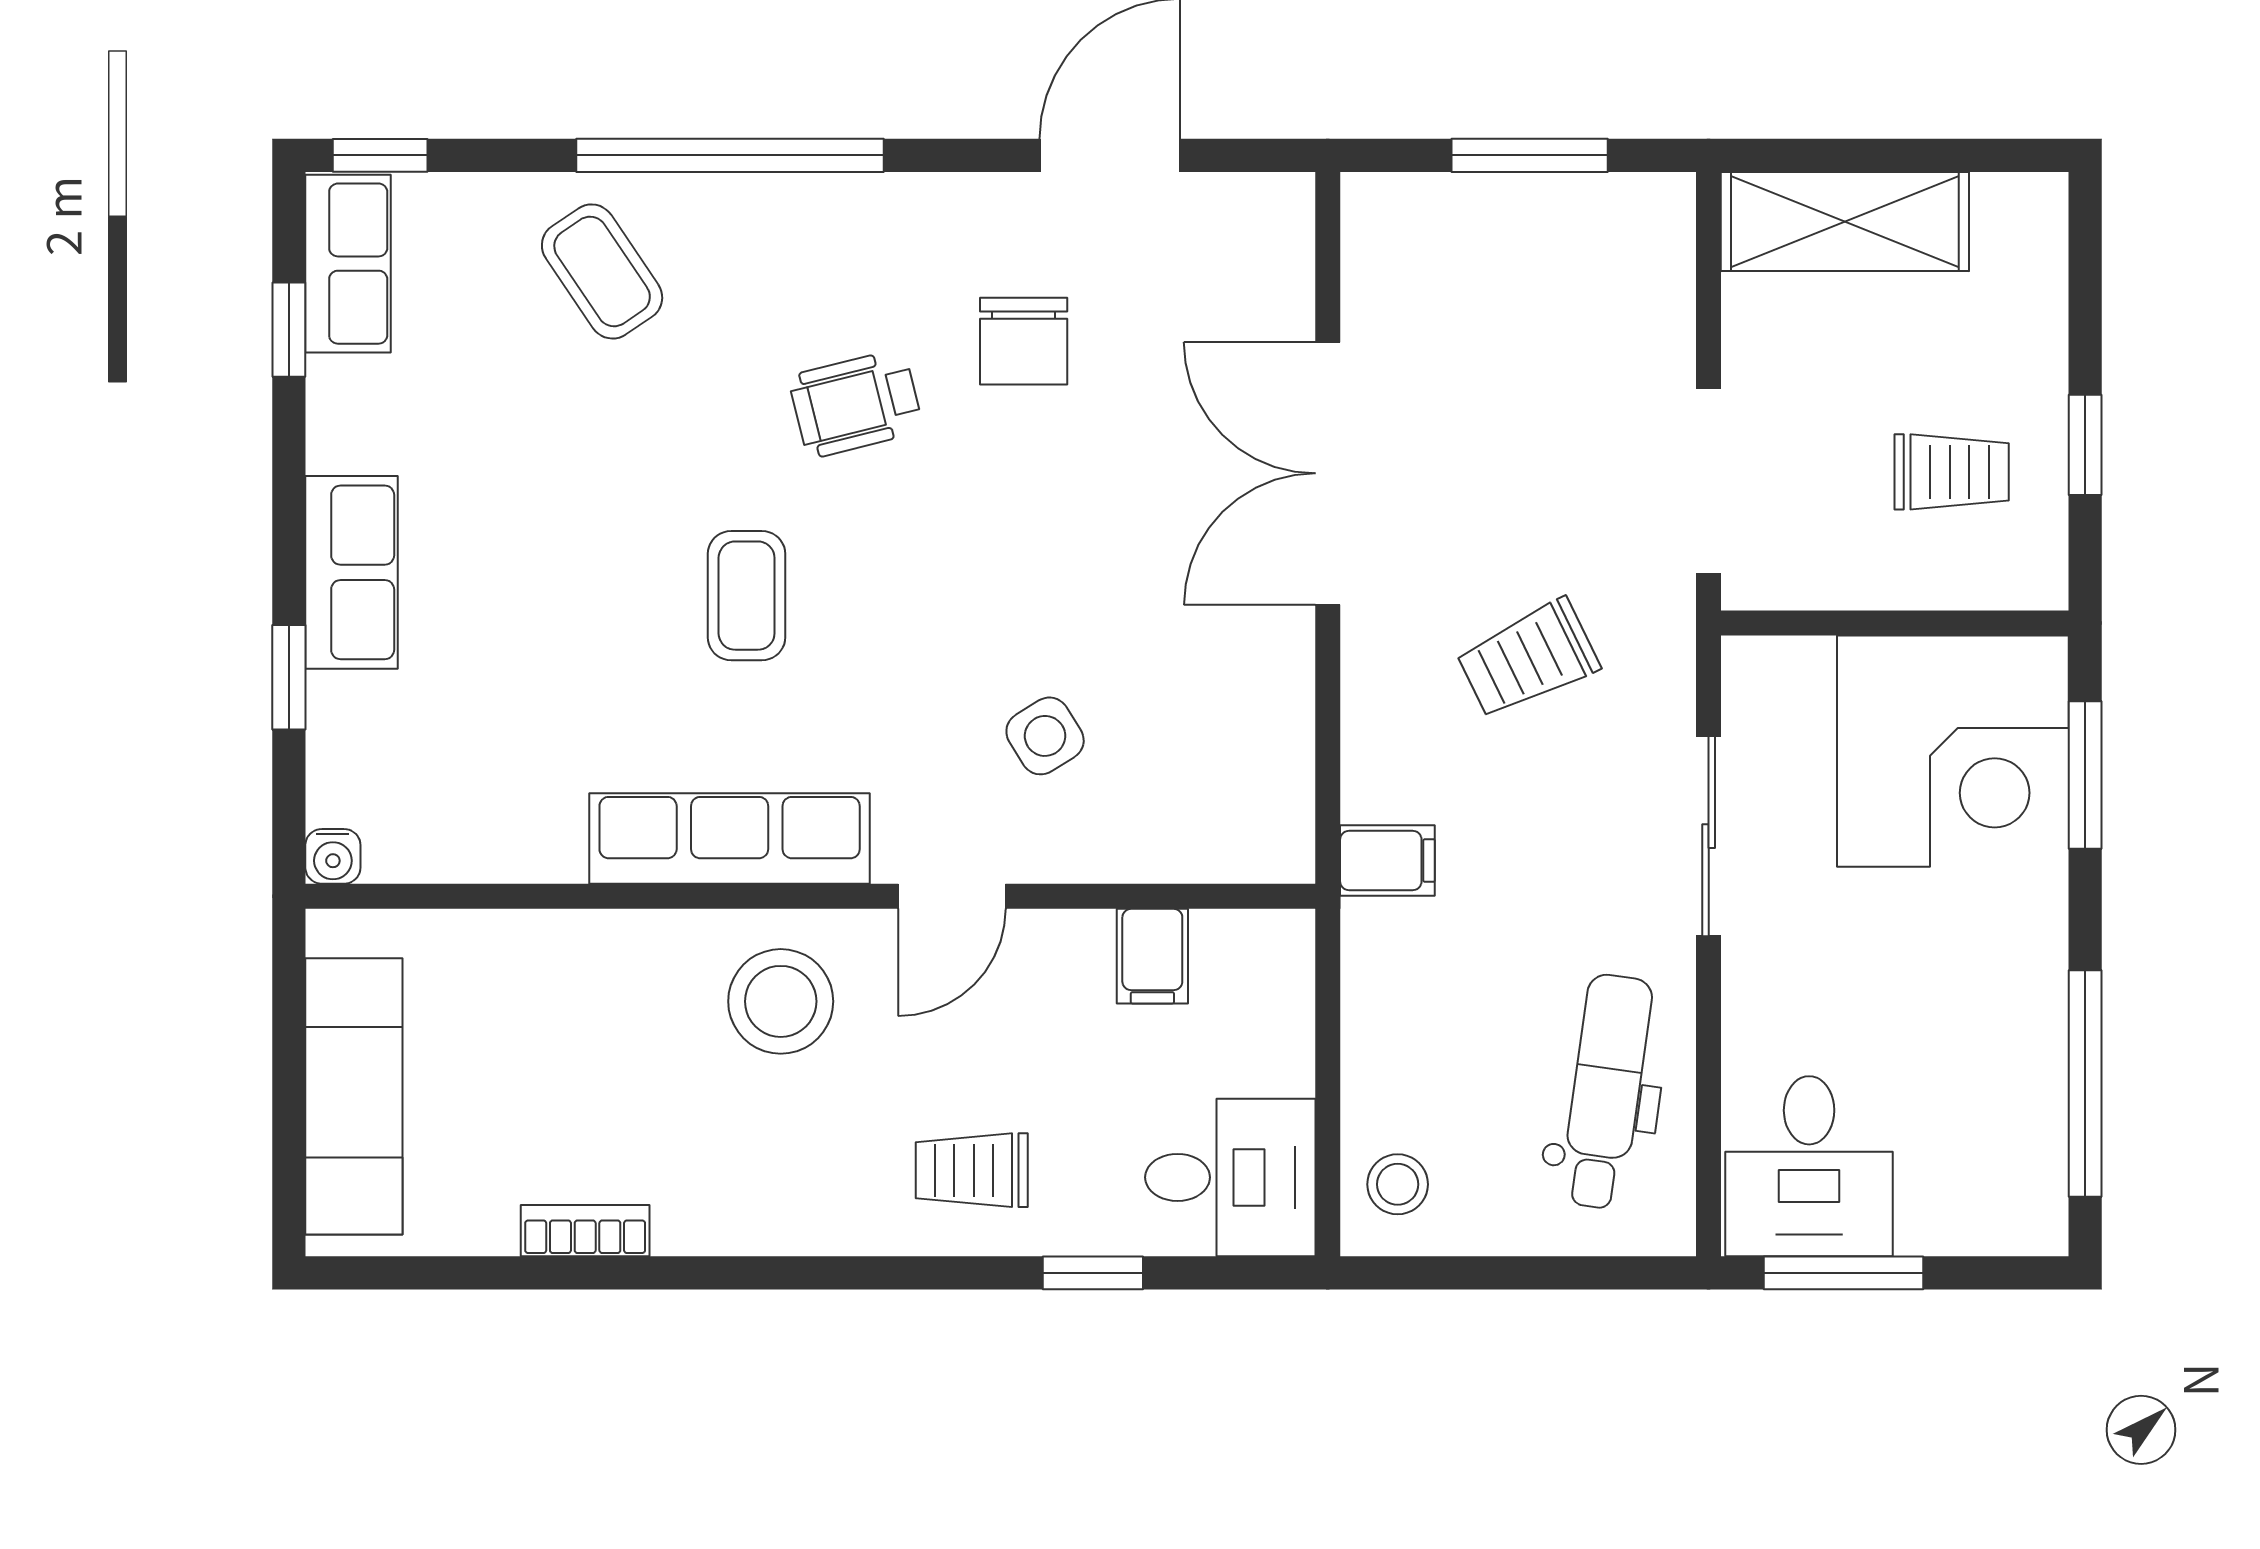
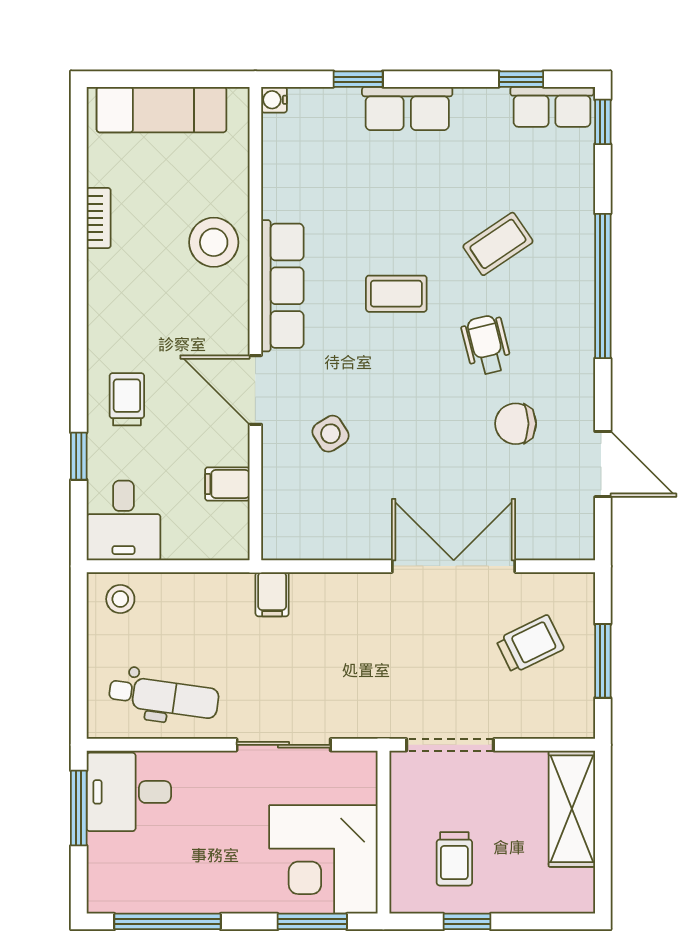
coffee table: (602, 271) -> (498, 244), moved
trolley: (1528, 659) -> (530, 644), moved, turned 90
door: (952, 896) -> (255, 390), width x1.38
stool: (781, 1001) -> (214, 242), moved

